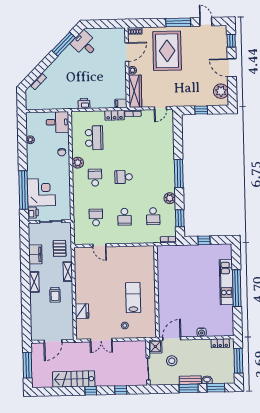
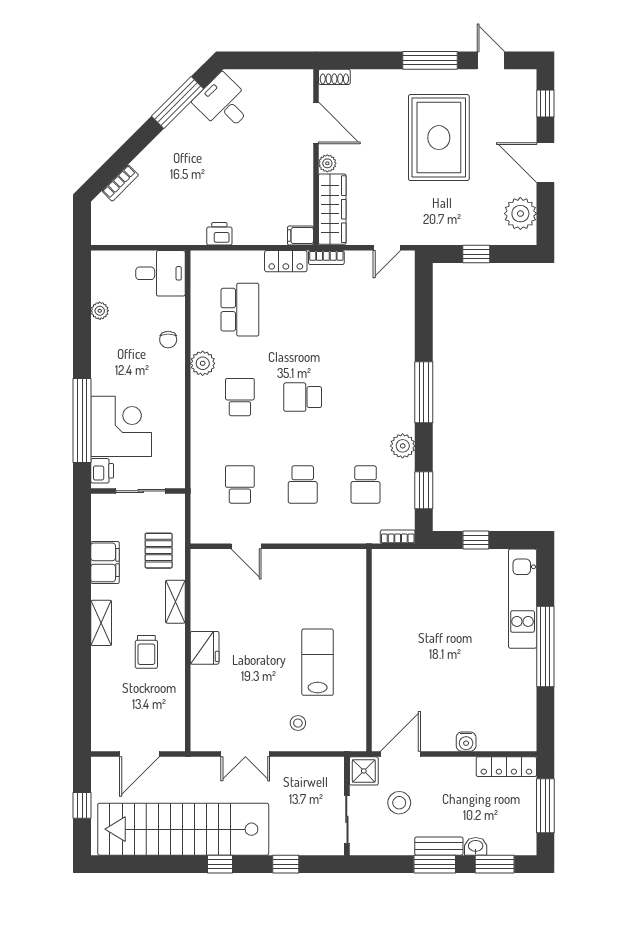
rug: (167, 51) -> (439, 138), moved
door: (127, 52) -> (316, 123), hinge flipped
kitchen unit: (226, 282) -> (523, 599), moved
fridge: (82, 311) -> (205, 648), moved
locker: (220, 343) -> (506, 767), width x1.53
window: (27, 365) -> (82, 805), width x0.46
stairs: (74, 379) -> (183, 829), width x1.86, depth x1.51

